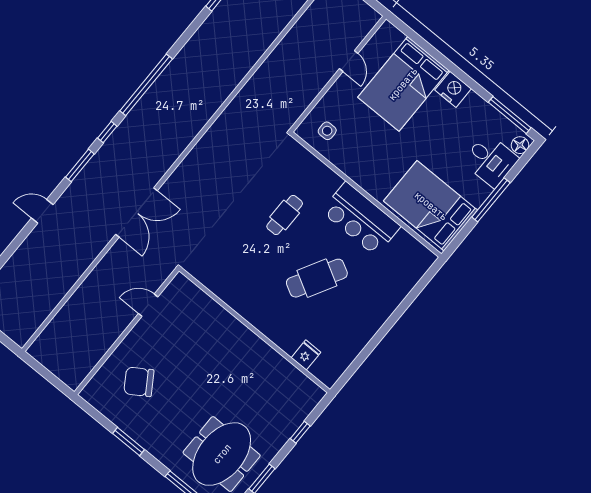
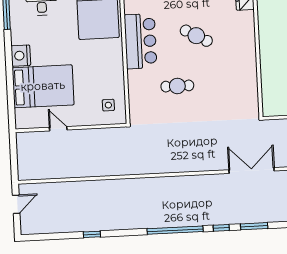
door: (349, 61) -> (58, 129), hinge flipped
cafe table: (317, 278) -> (196, 36), width x0.73, depth x0.74

